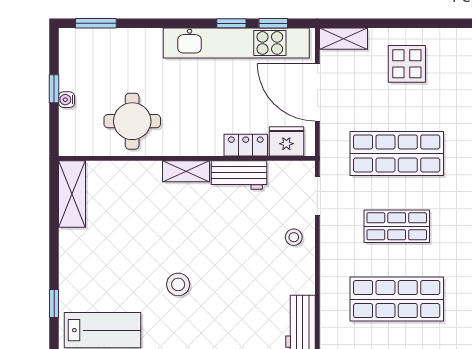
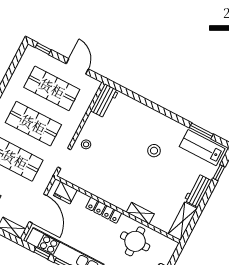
locker: (246, 145) -> (104, 210), moved, width x1.53
shelving: (186, 171) -> (140, 213), moved
workbench: (239, 175) -> (198, 191), moved, turned -90
shop shelf: (397, 226) -> (33, 124), width x1.43, depth x1.36

